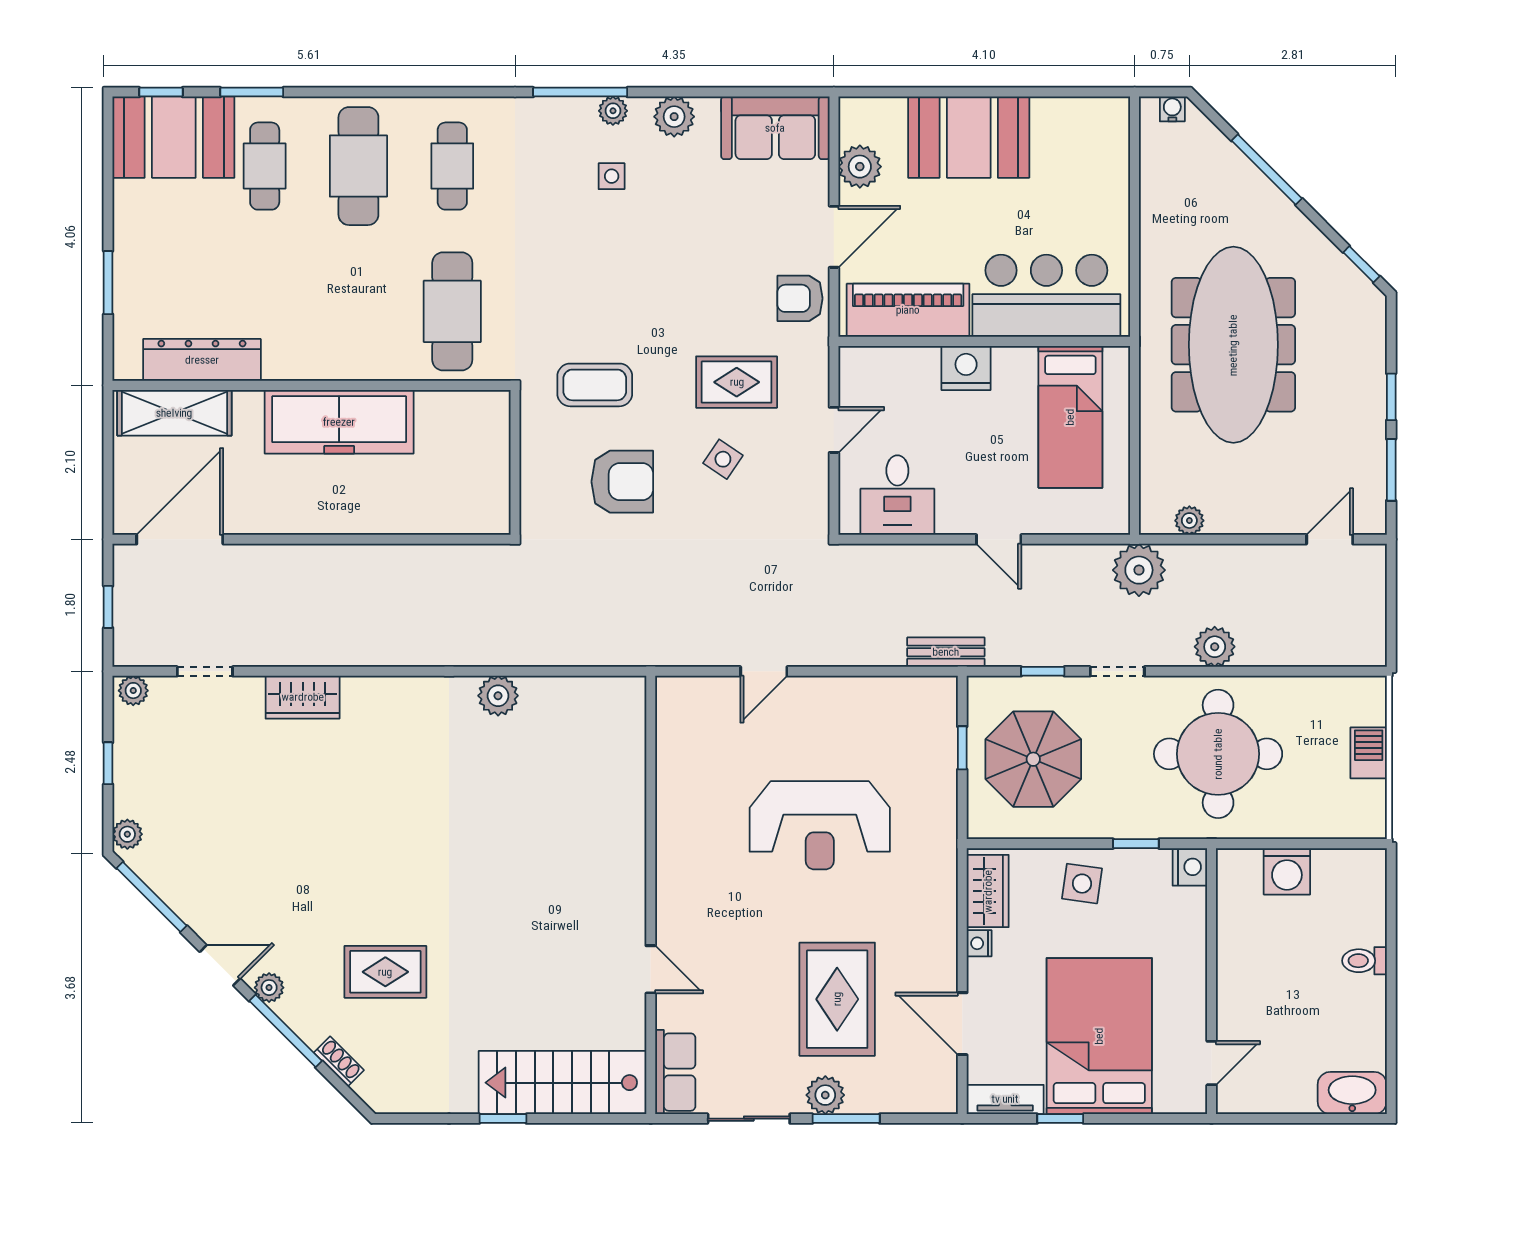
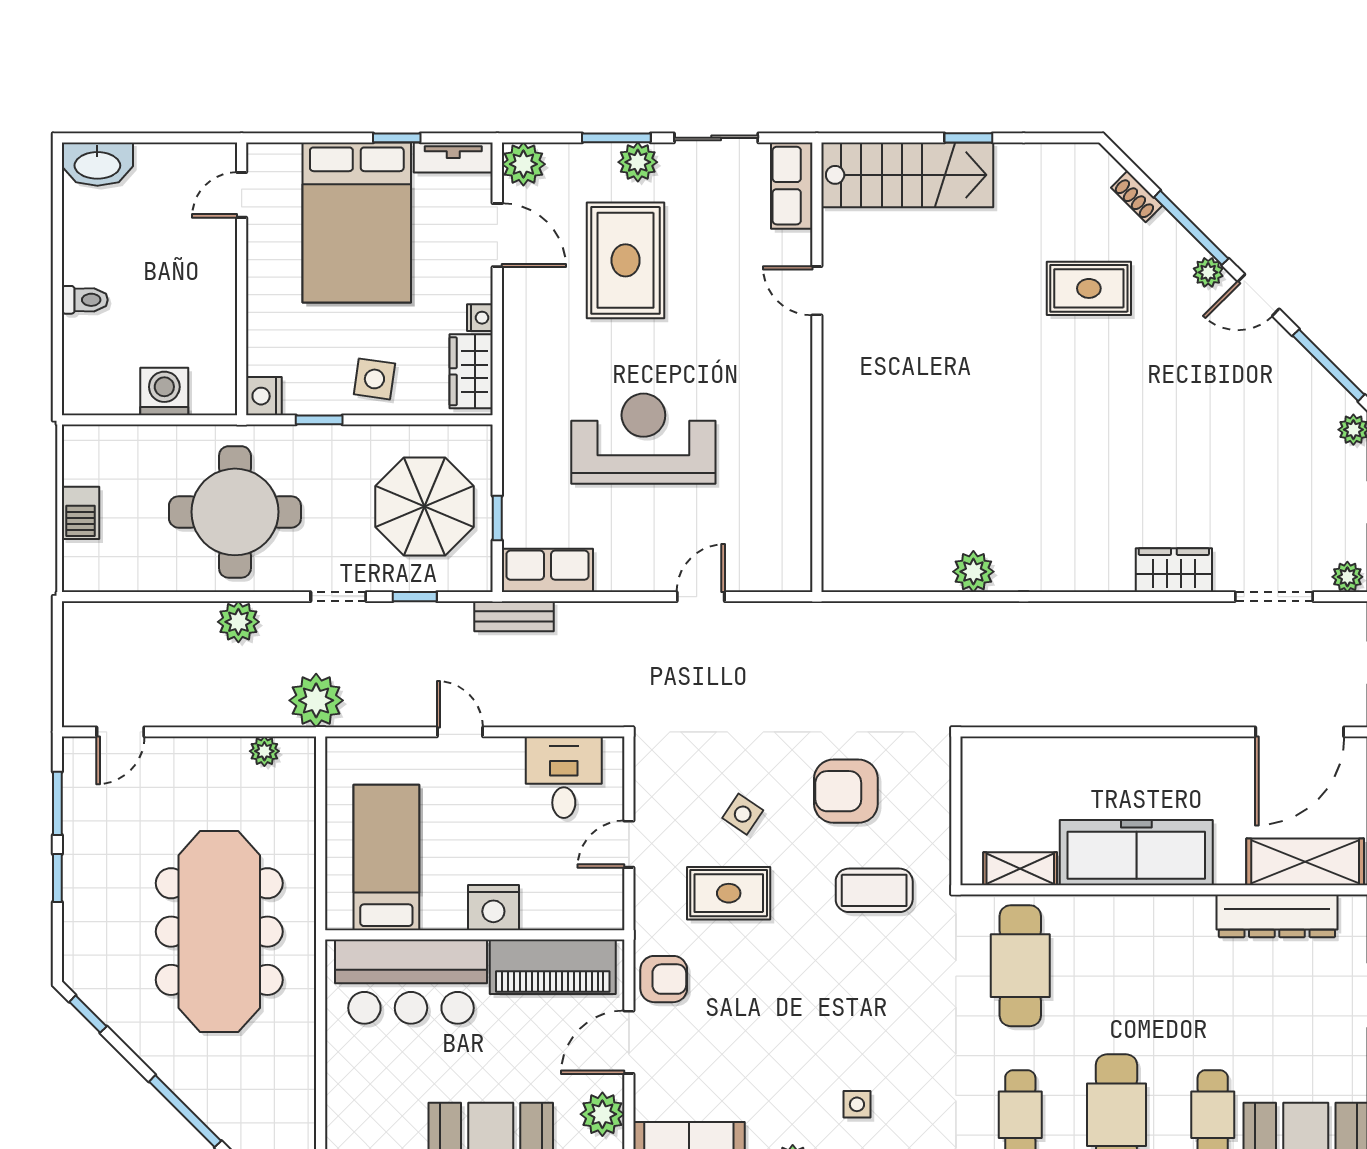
shelving: (452, 406) -> (1020, 869), added
doorway: (205, 671) -> (1274, 597), width x1.38
row of seats: (913, 697) -> (547, 570), added
plant: (937, 1093) -> (523, 164), added

